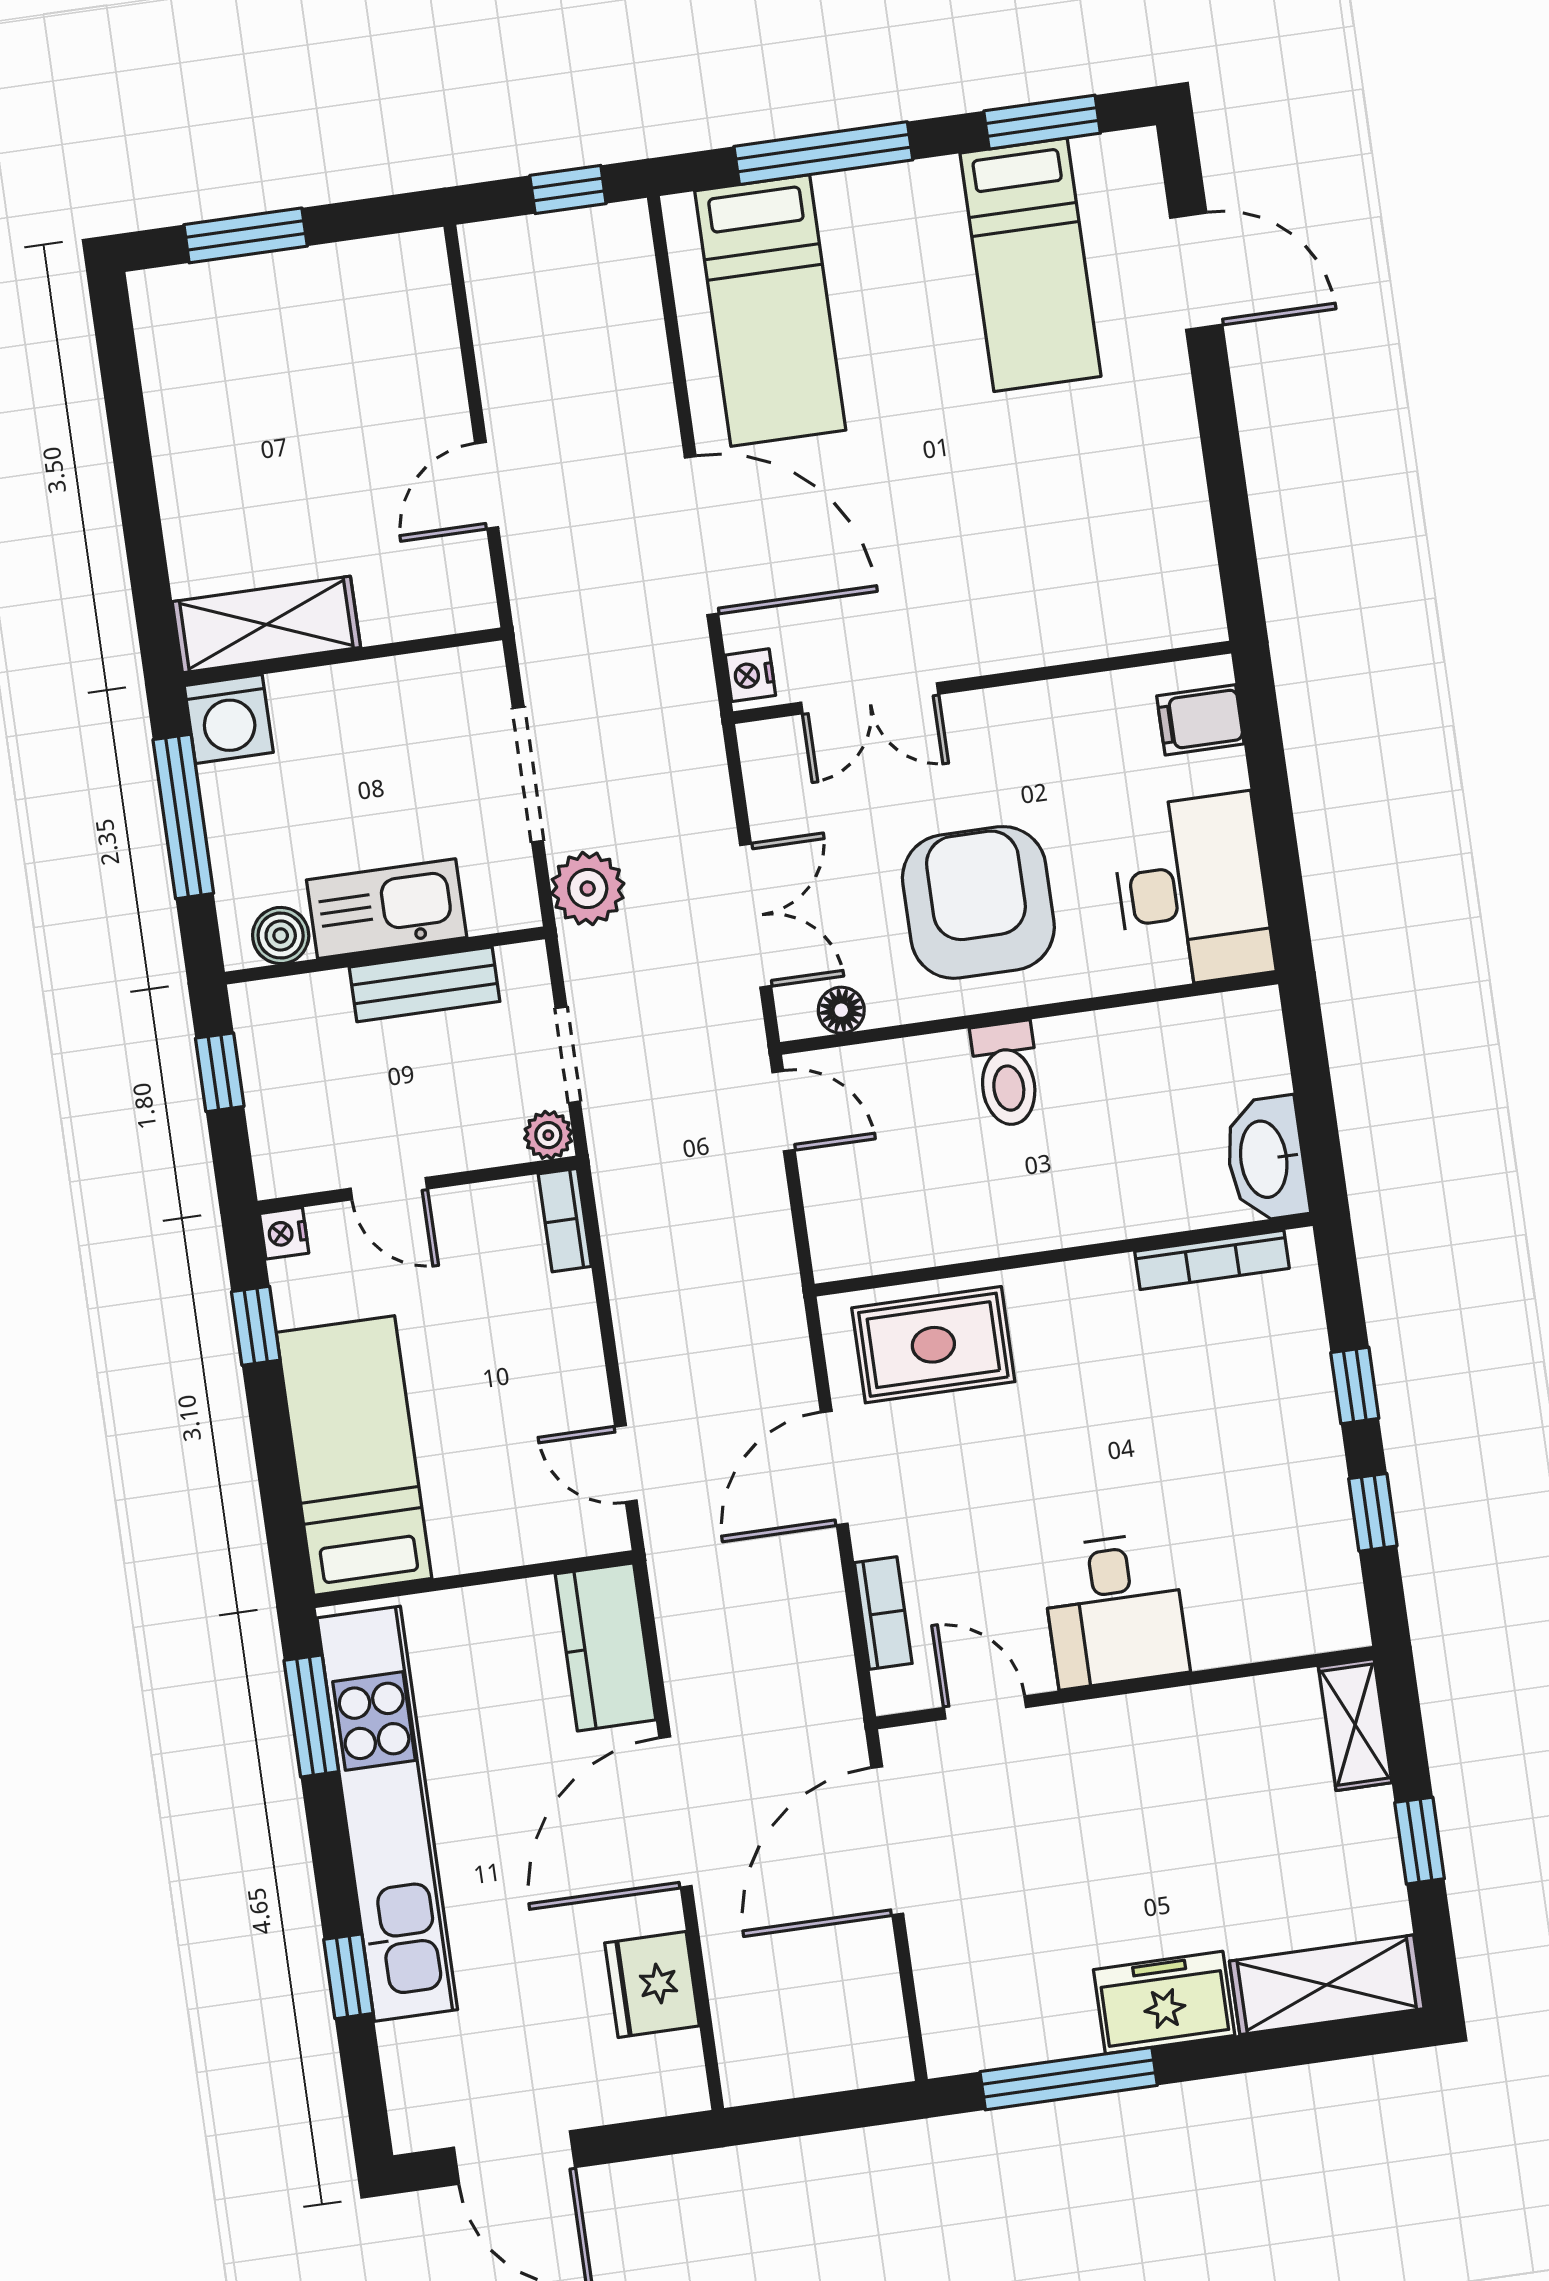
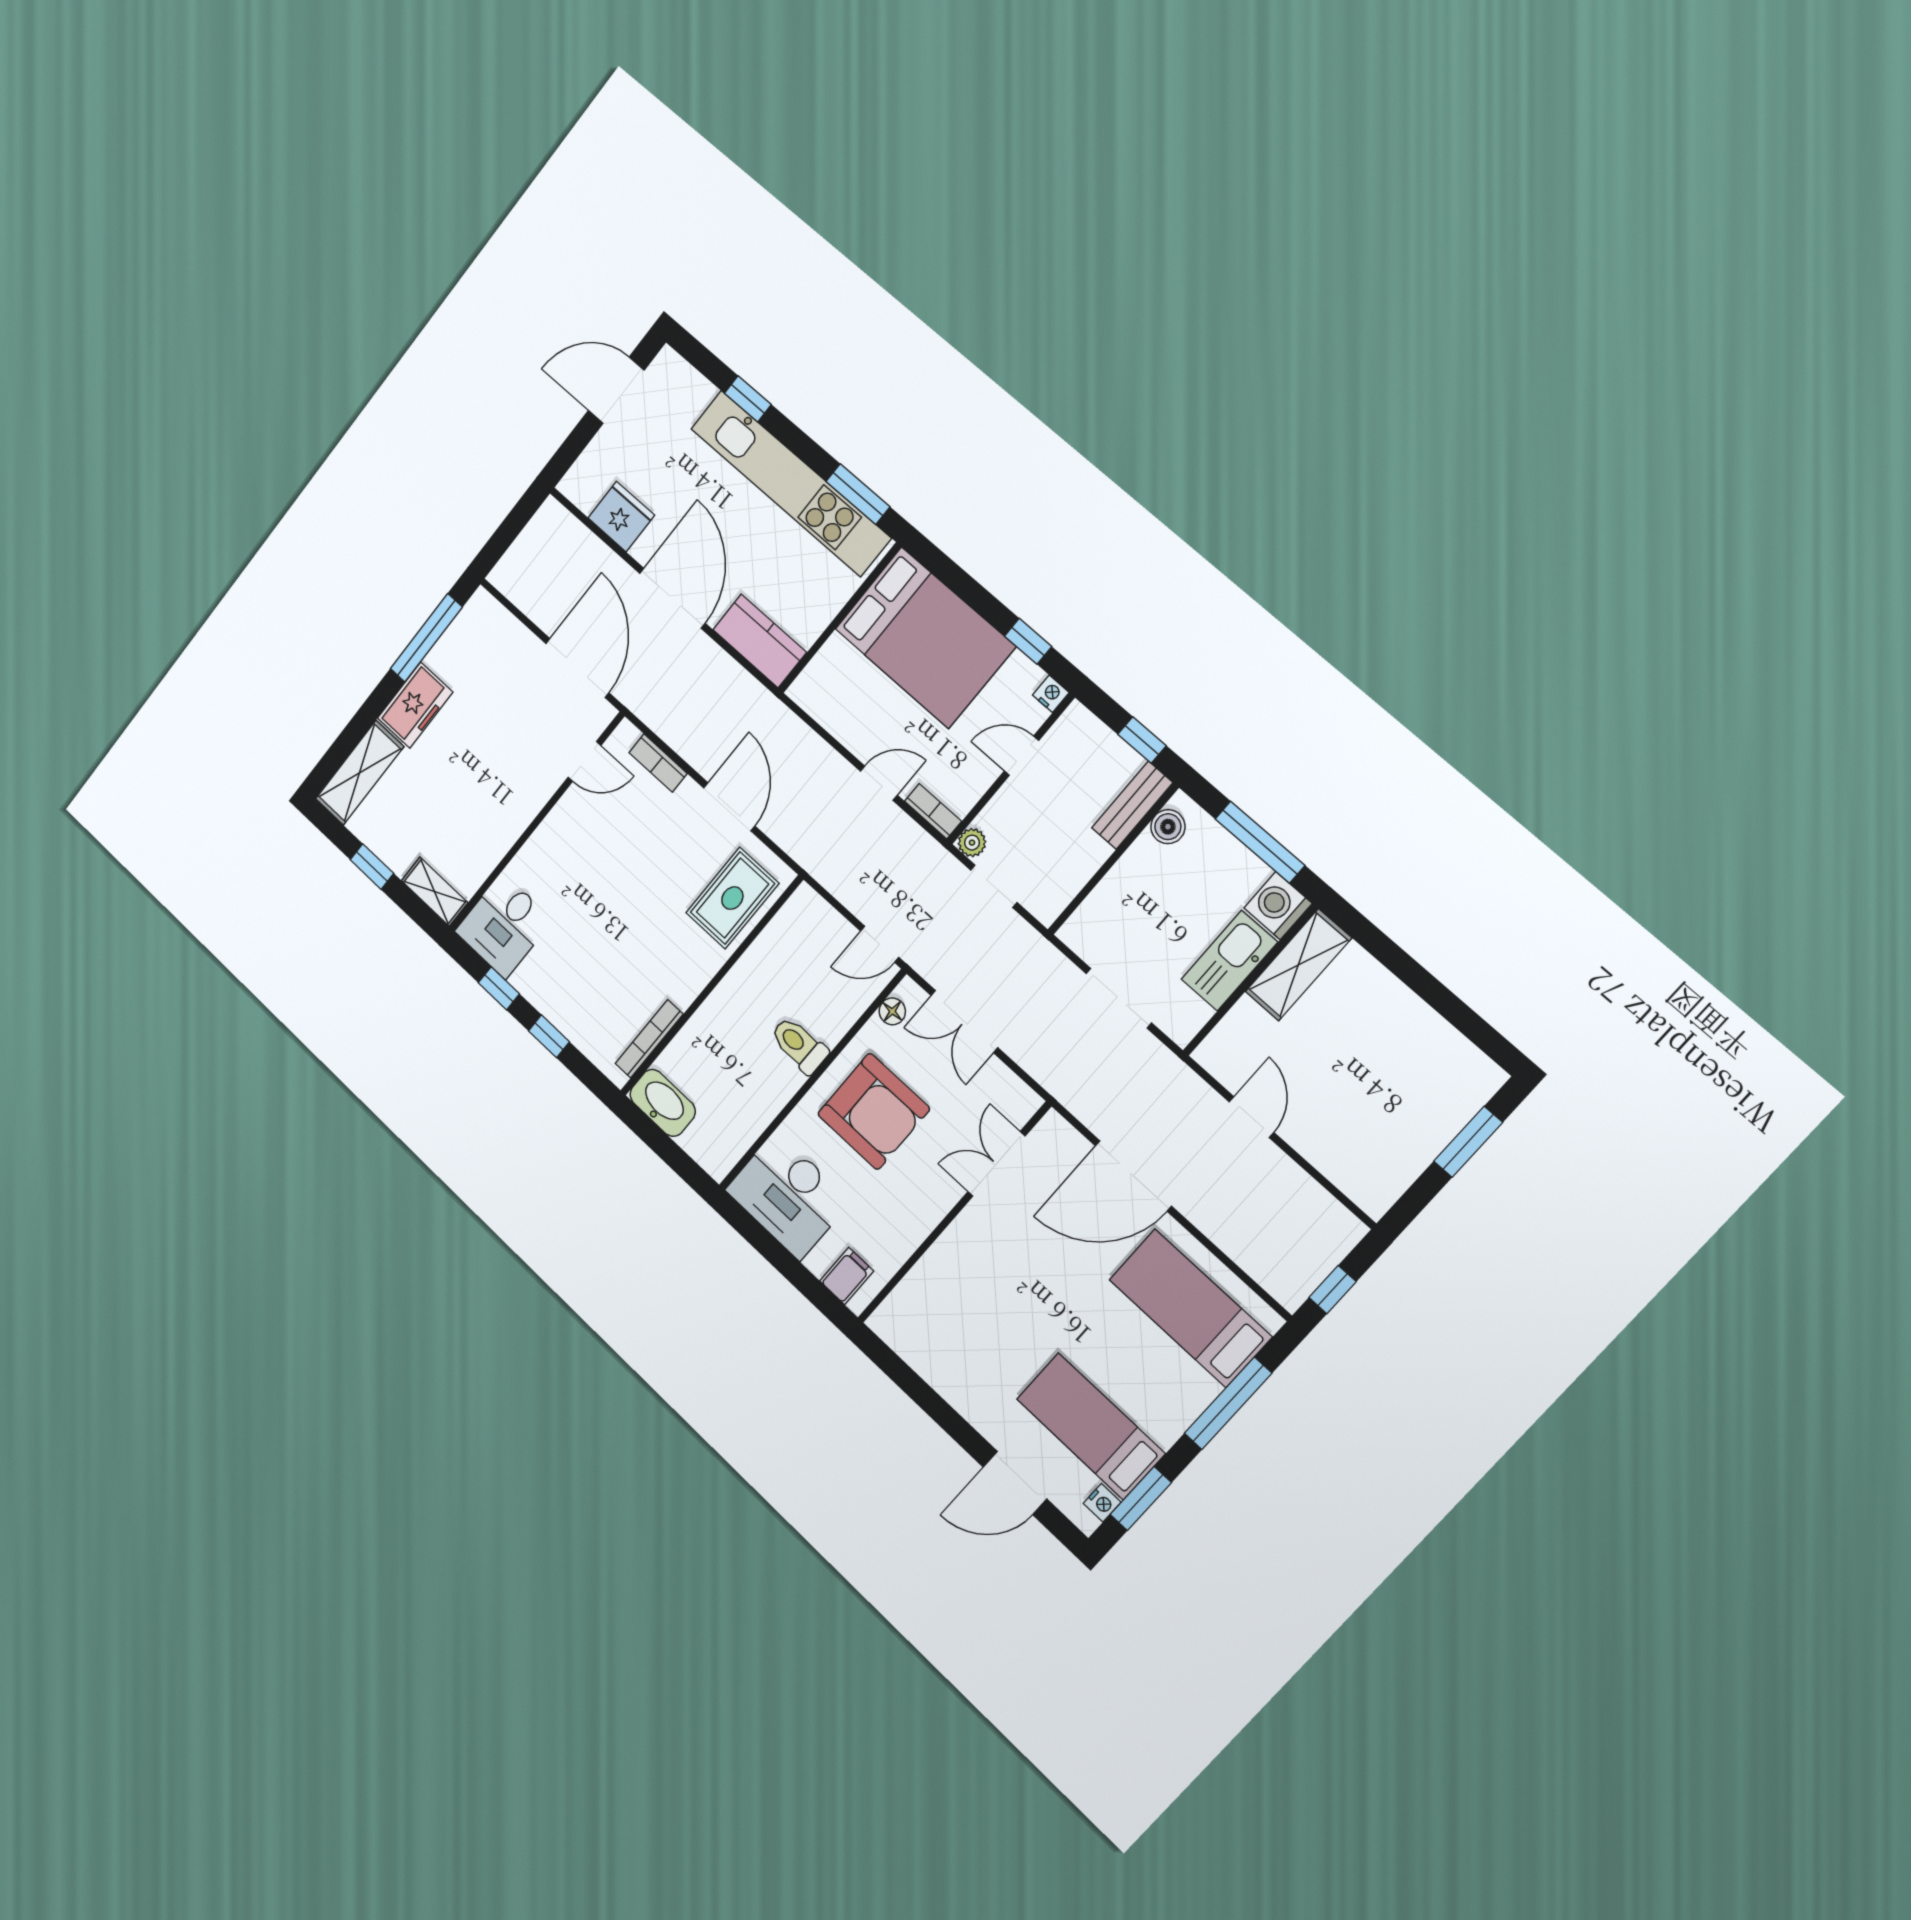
nightstand: (750, 675) -> (1102, 1503), moved, turned 90
plant: (588, 889) -> (1048, 969), removed
kitchen sink: (387, 909) -> (1229, 961), moved, turned 180
bench: (425, 984) -> (1132, 805), moved
bed: (354, 1455) -> (925, 638), width x1.50
door: (626, 1464) -> (879, 783), moved
desk: (1115, 1610) -> (504, 926), moved, turned -90

